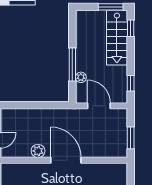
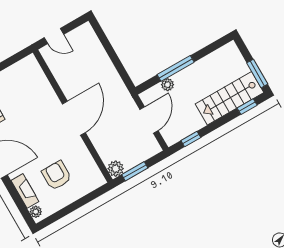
plant: (38, 151) -> (116, 169), moved

